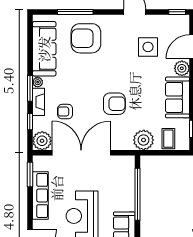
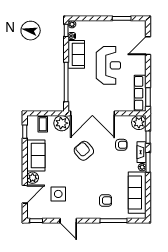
armchair: (86, 38) -> (105, 201), width x0.53, depth x0.53
armchair: (114, 104) -> (84, 151), turned 50
double door: (81, 153) -> (92, 113), moved
row of seats: (40, 195) -> (140, 93), moved

